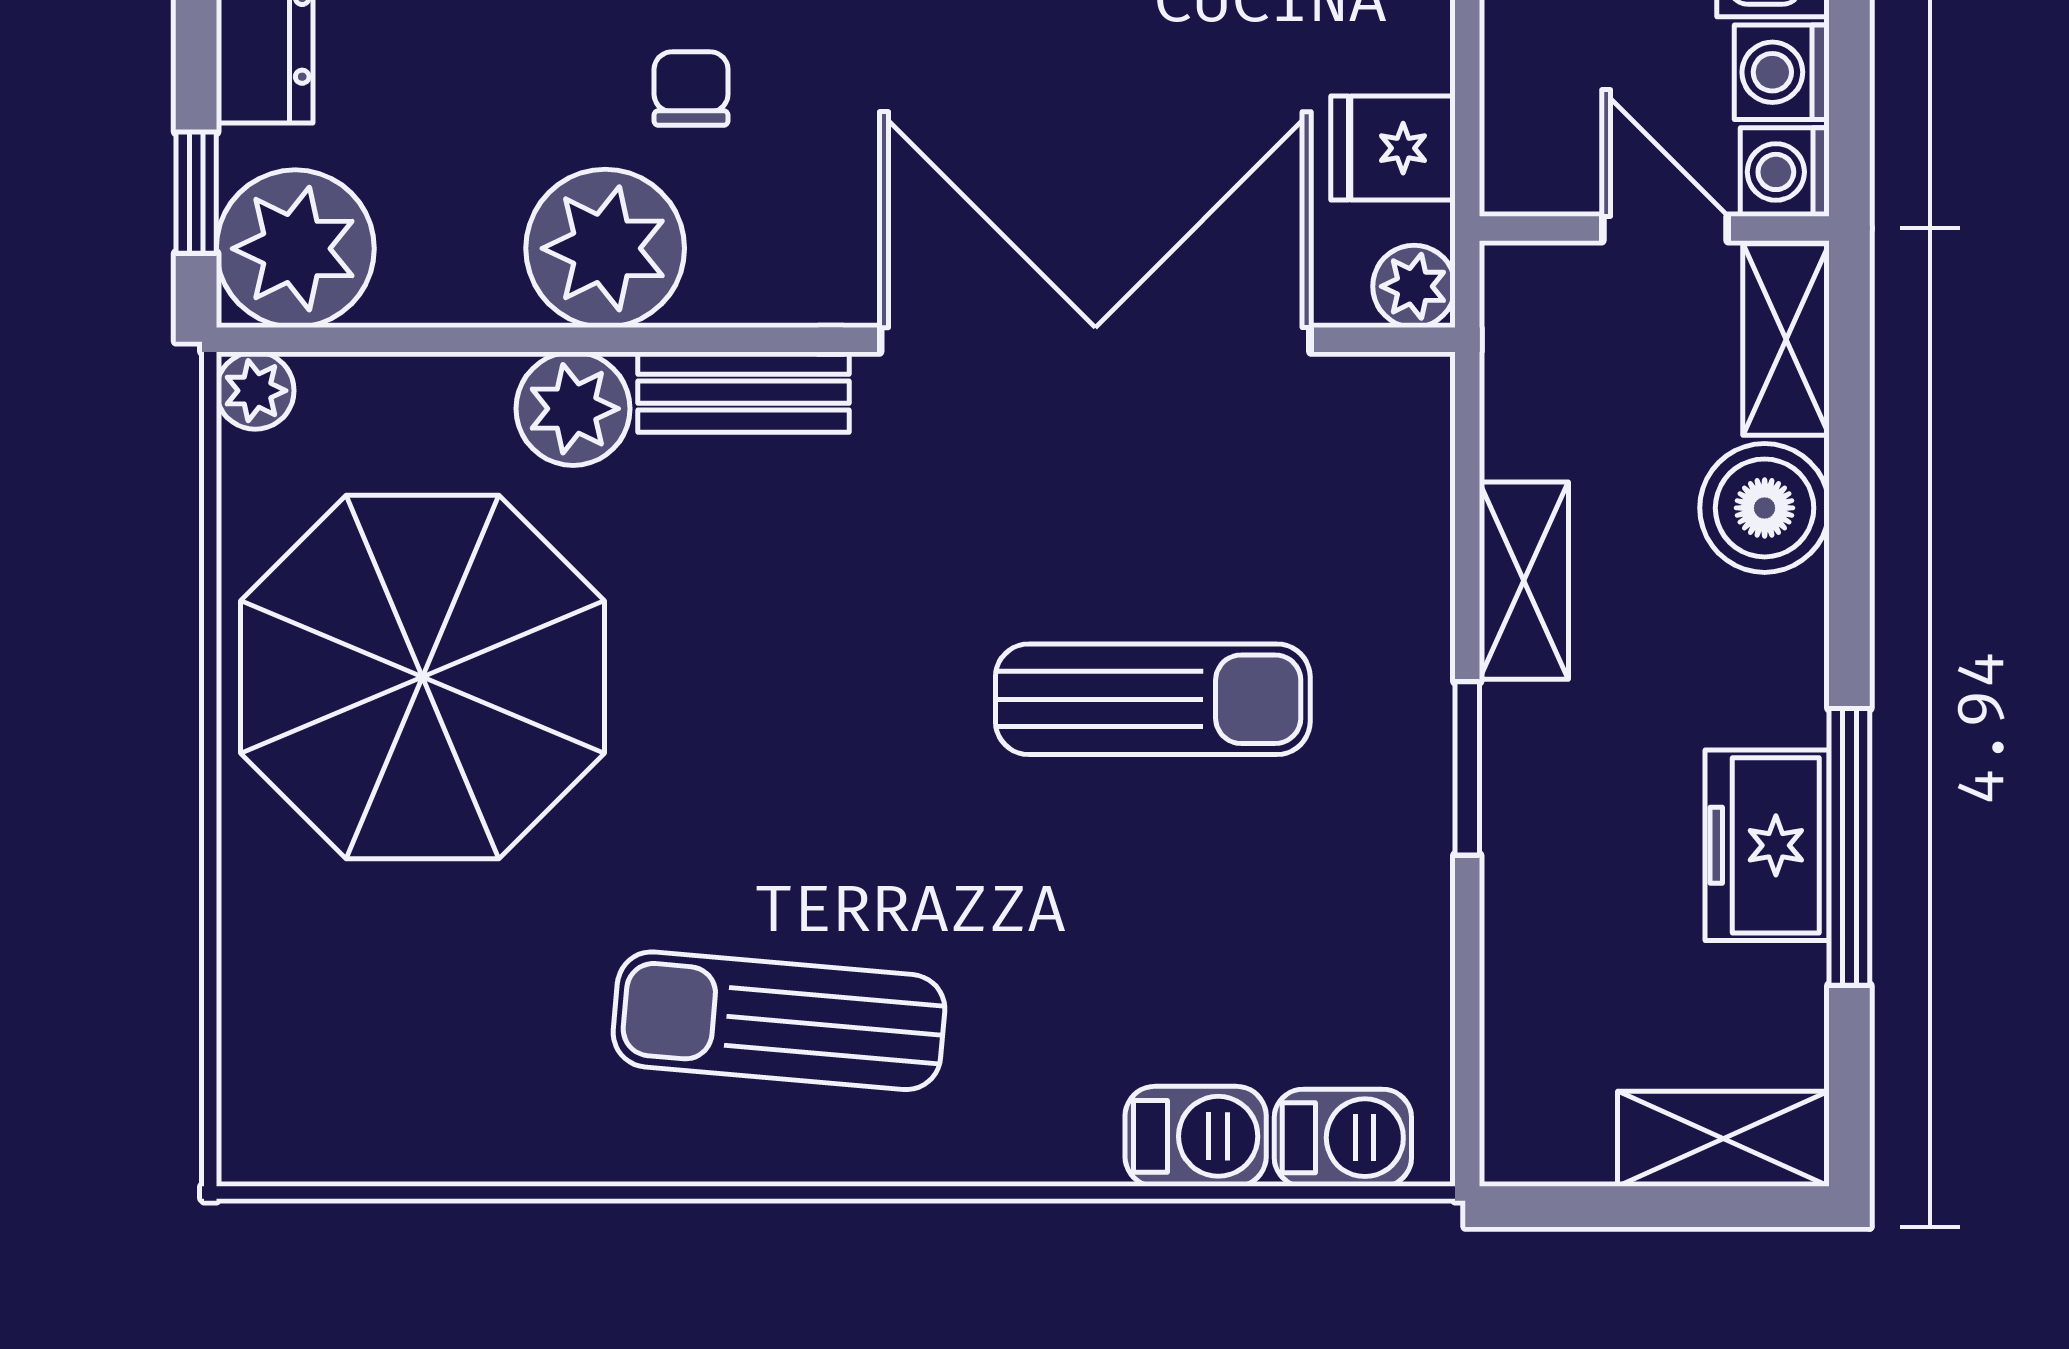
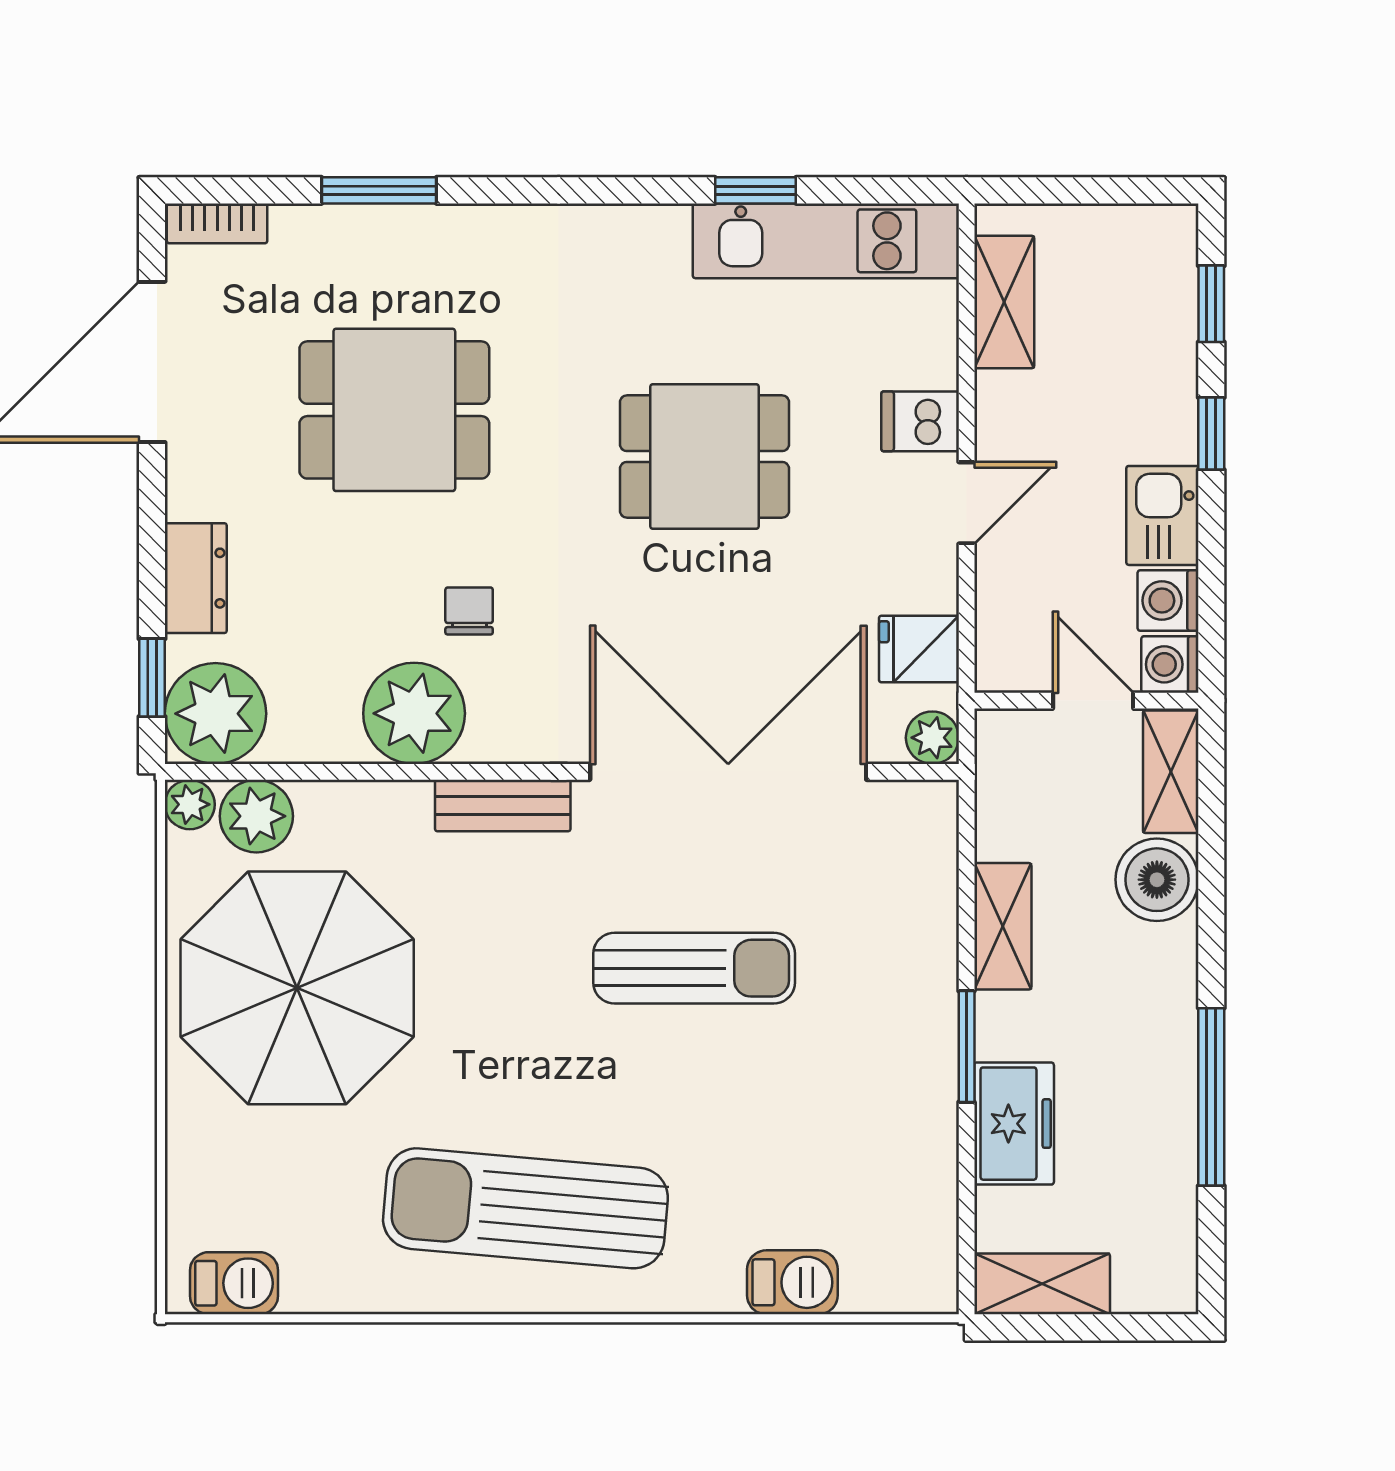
plant: (573, 409) -> (256, 816), moved
sun lounger: (1153, 699) -> (694, 968), moved
freezer: (1767, 845) -> (1014, 1124), moved, turned 180
sun lounger: (779, 1021) -> (525, 1208), width x1.36, depth x1.34
barbecue: (1343, 1138) -> (234, 1283), moved
shelving: (1723, 1139) -> (1042, 1284), moved

